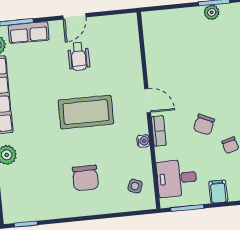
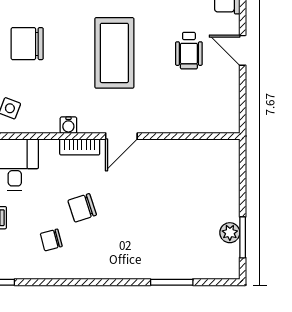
wheelchair: (79, 57) -> (189, 51), turned -90
chair: (204, 125) -> (82, 208), turned -42

